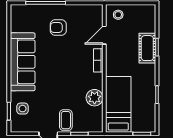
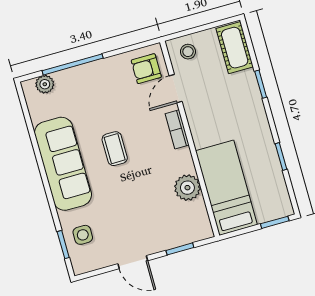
plant: (25, 10) -> (45, 84), added
armchair: (58, 27) -> (146, 69), moved
cot: (147, 48) -> (235, 48), moved
coffee table: (66, 120) -> (115, 149), moved

